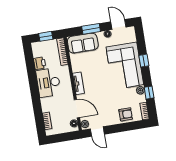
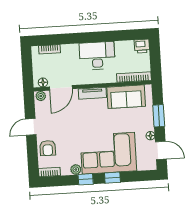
door: (118, 24) -> (161, 150), hinge flipped
window: (46, 36) -> (155, 58), removed
sofa: (83, 43) -> (126, 97), moved, turned -90
printer: (40, 63) -> (142, 46), moved
window: (149, 93) -> (86, 179), moved
door: (97, 132) -> (31, 127), moved

